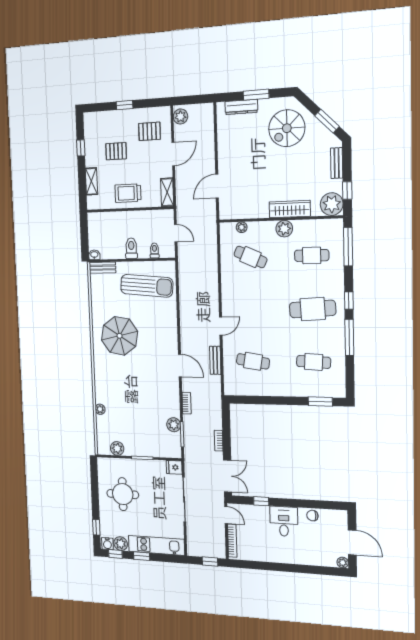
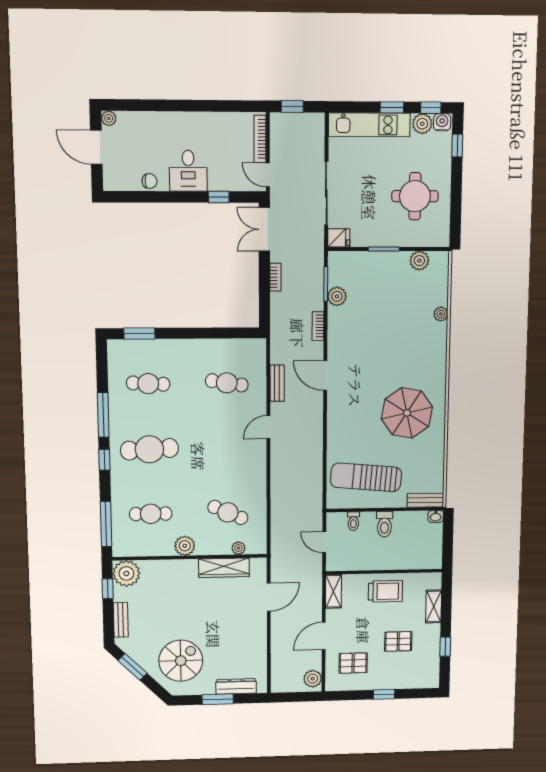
wardrobe: (290, 209) -> (224, 568), moved

